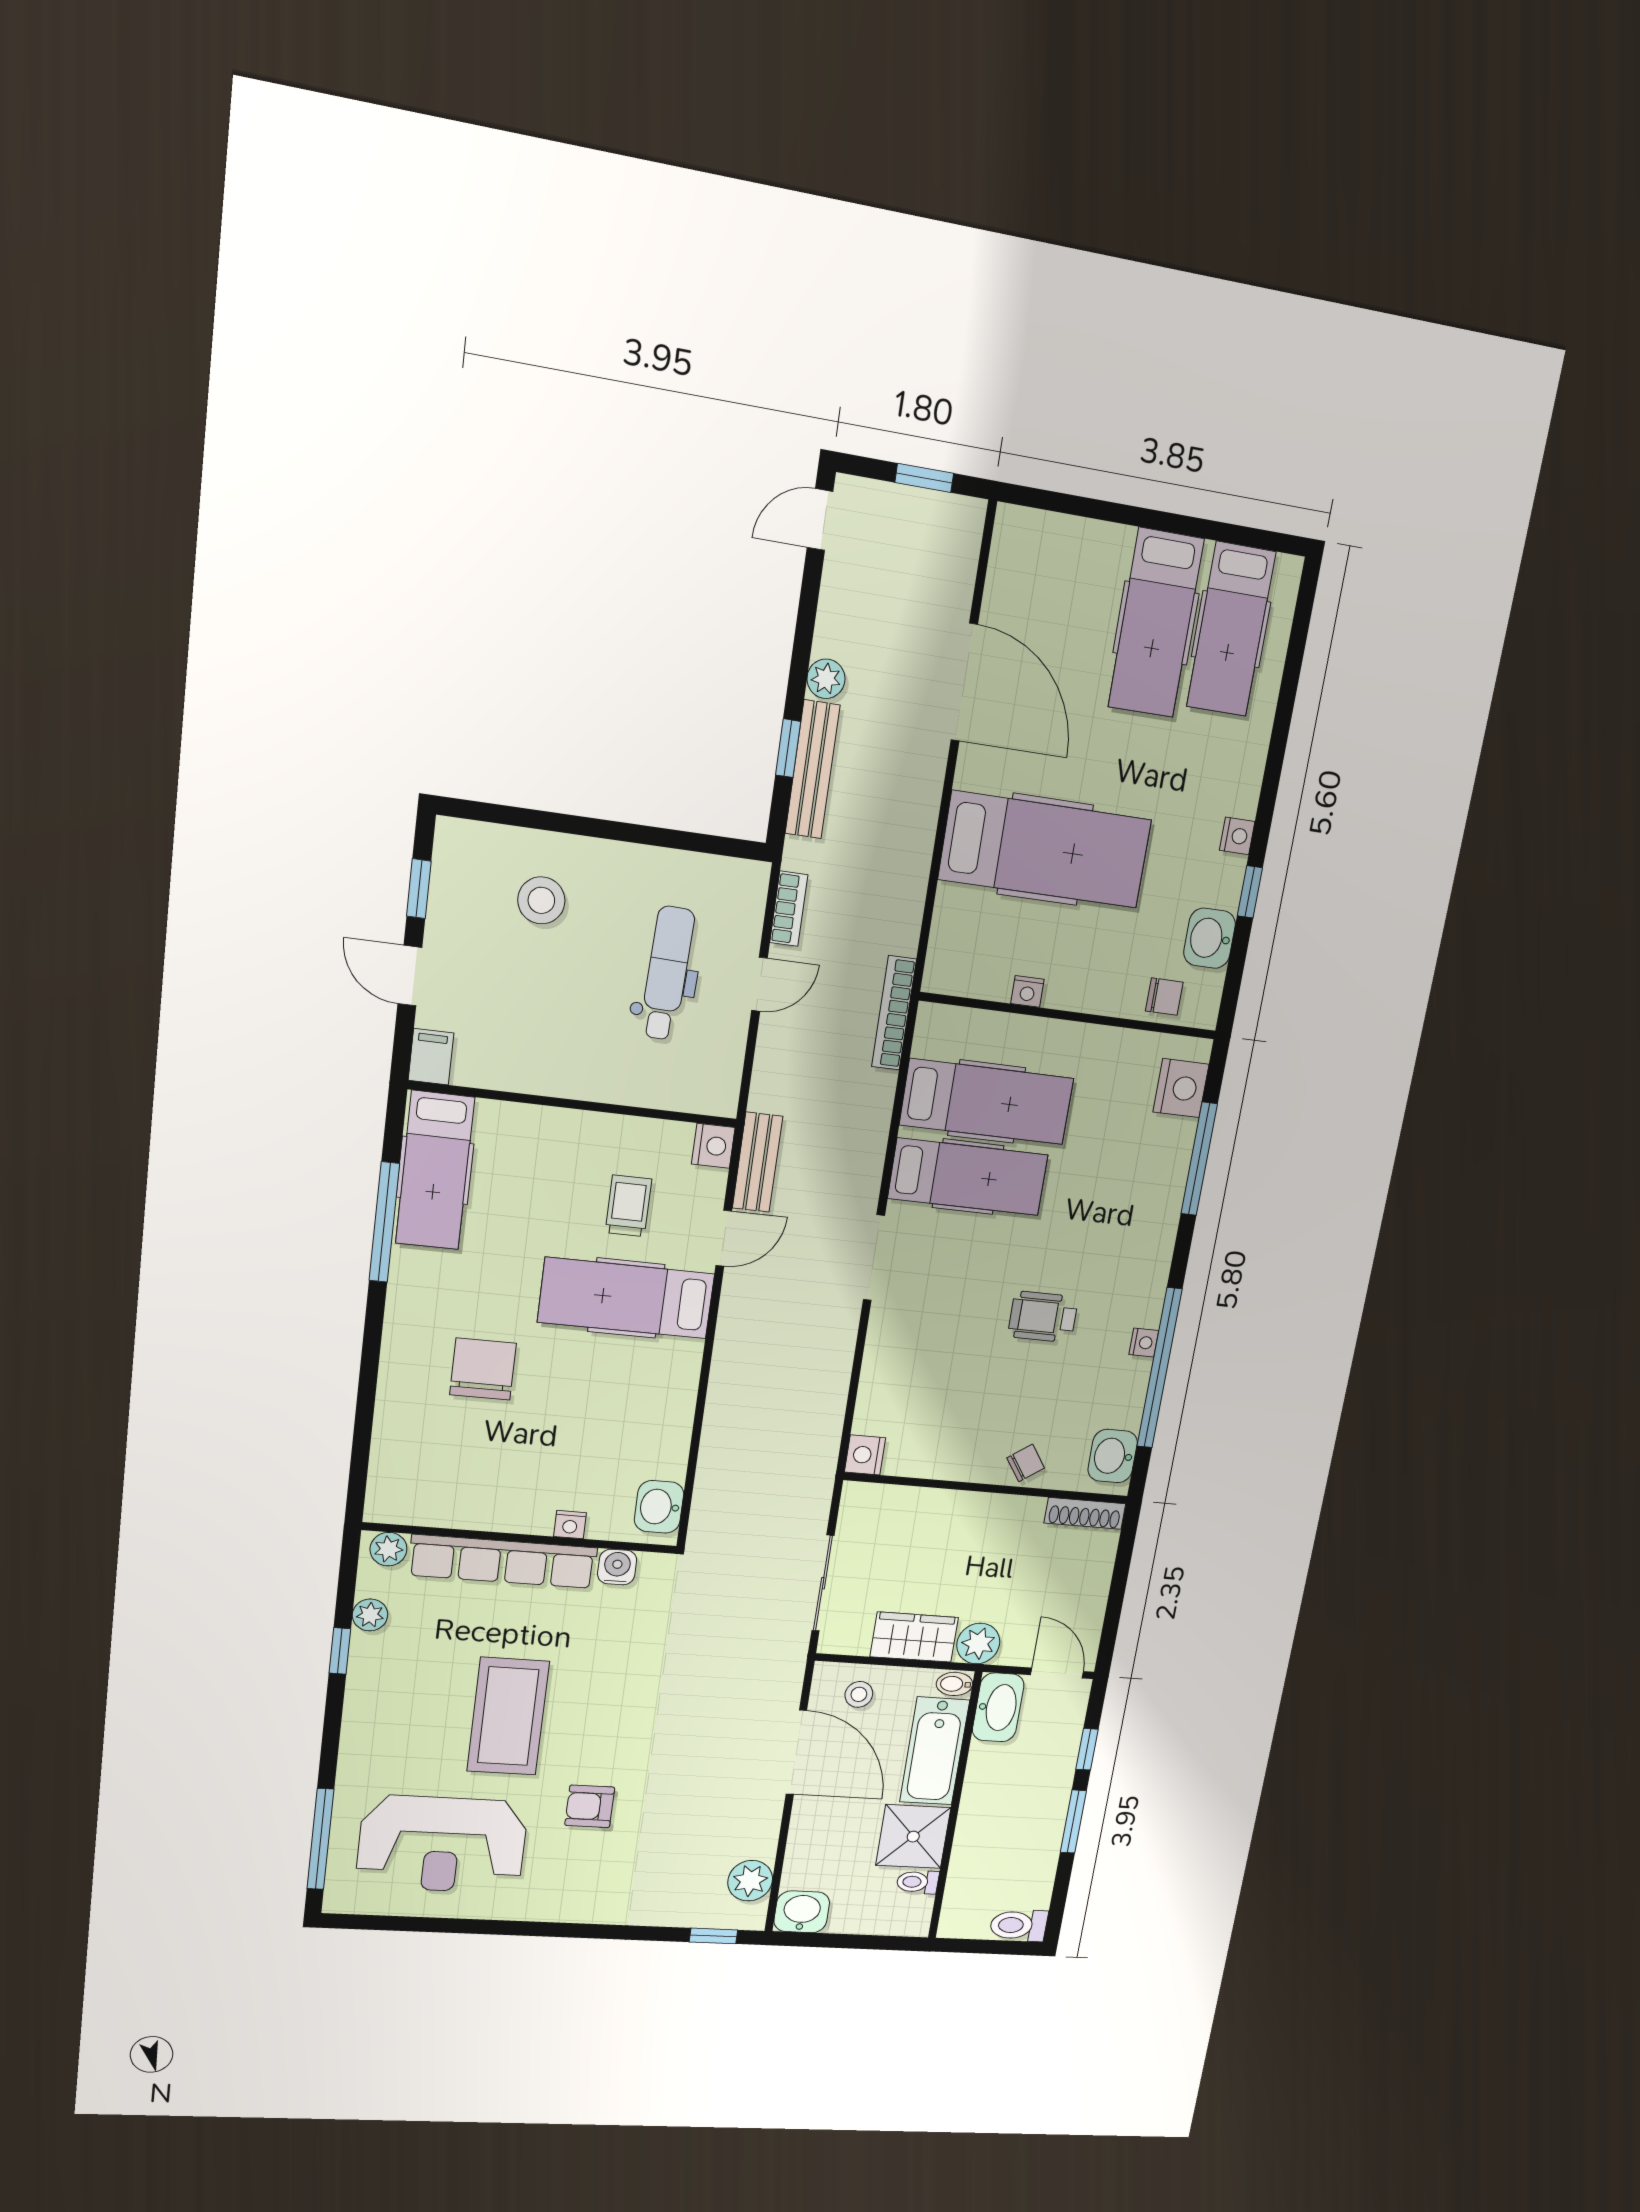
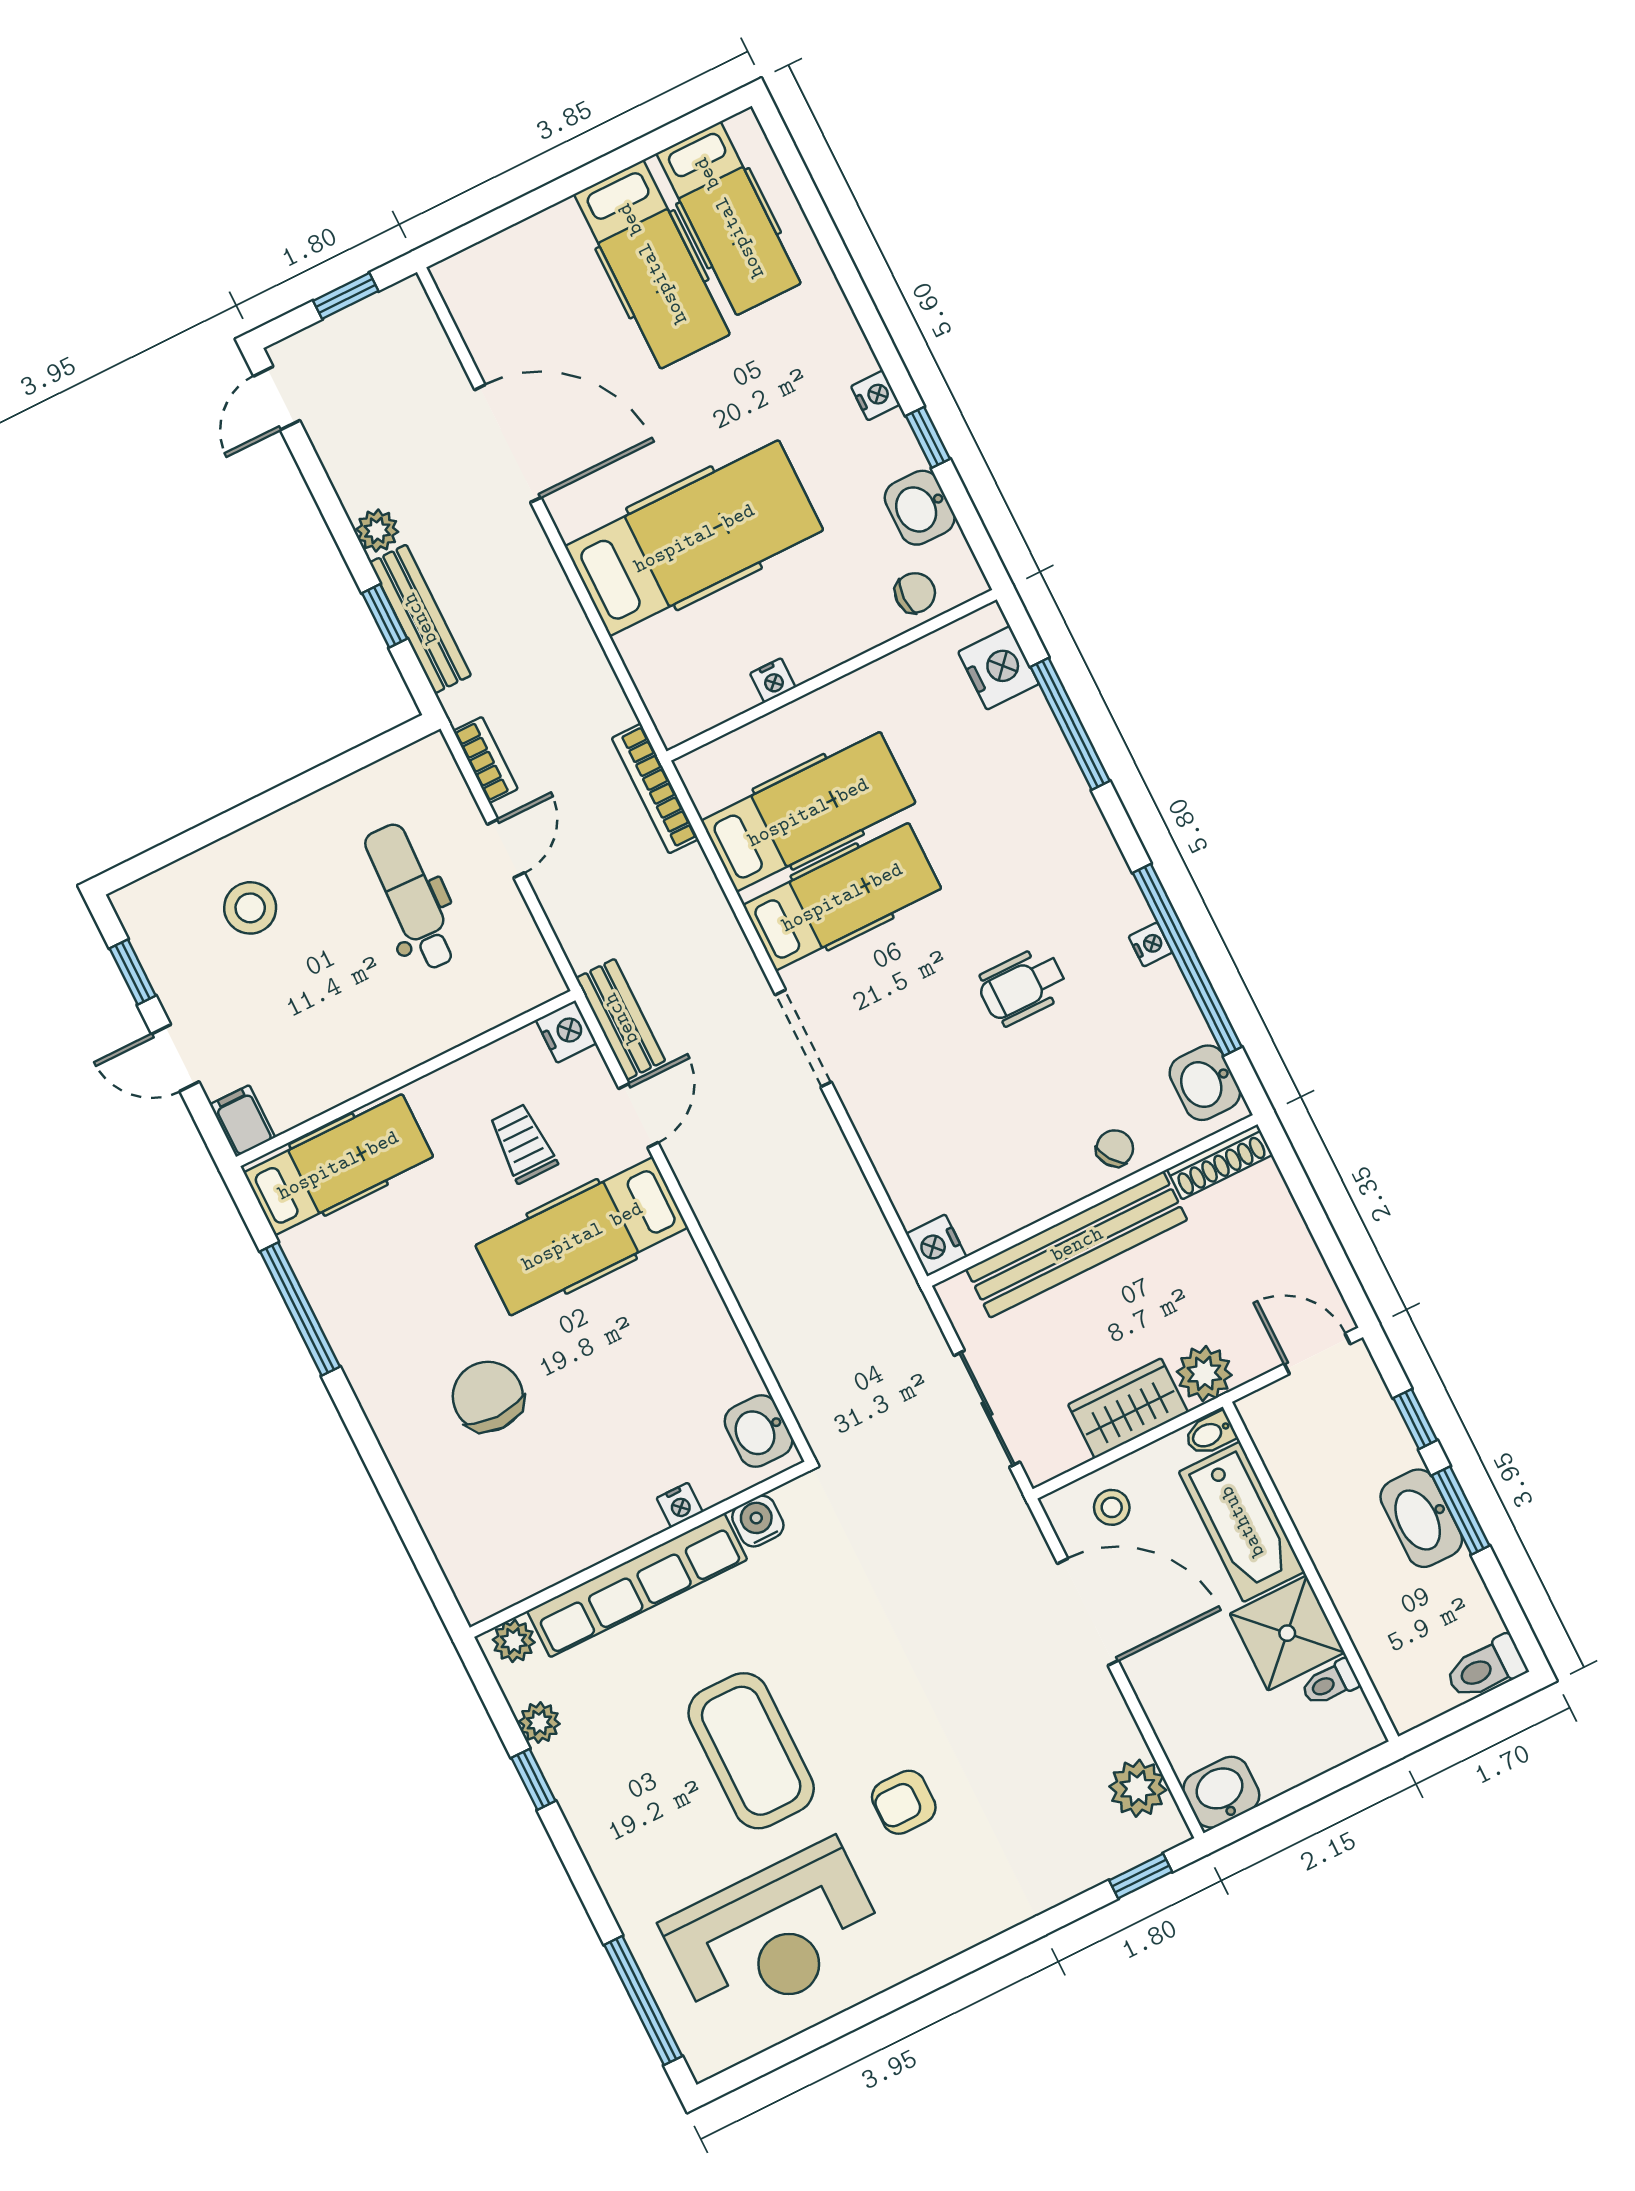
hospital bed: (435, 1170) -> (338, 1165), moved, turned -90
bench: (957, 1511) -> (1077, 1244), added
washbasin: (998, 1707) -> (1421, 1518), moved, turned 180

